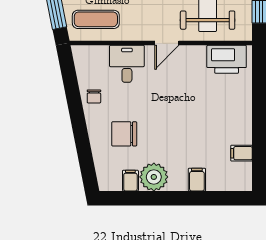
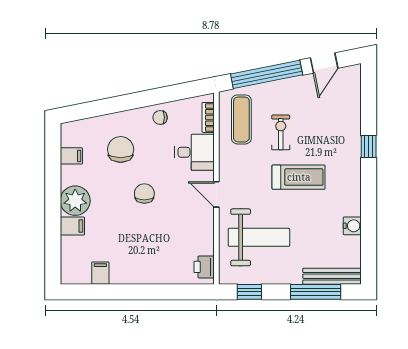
bookcase: (94, 51) -> (208, 117), added
printer: (227, 59) -> (204, 267), width x0.53, depth x0.68
chair: (166, 111) -> (144, 194), added
plant: (154, 177) -> (75, 201), moved

